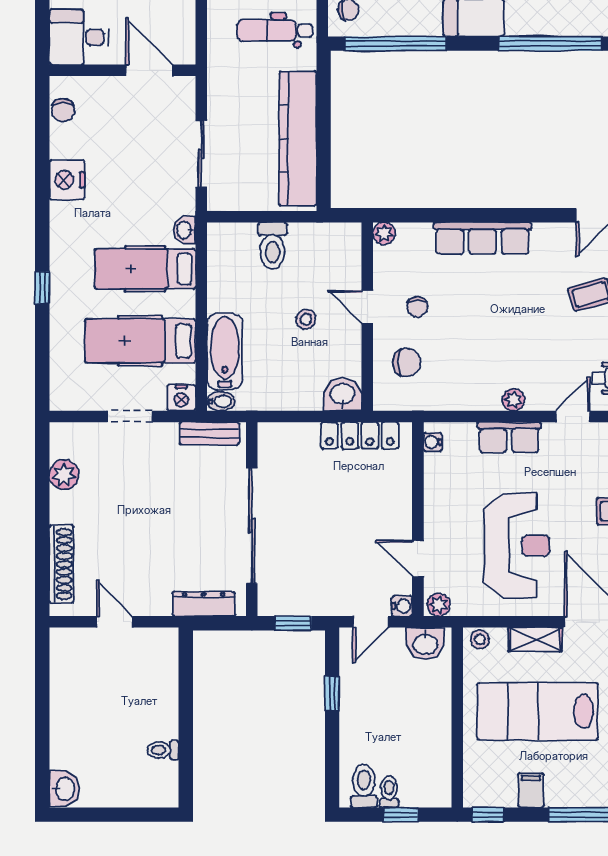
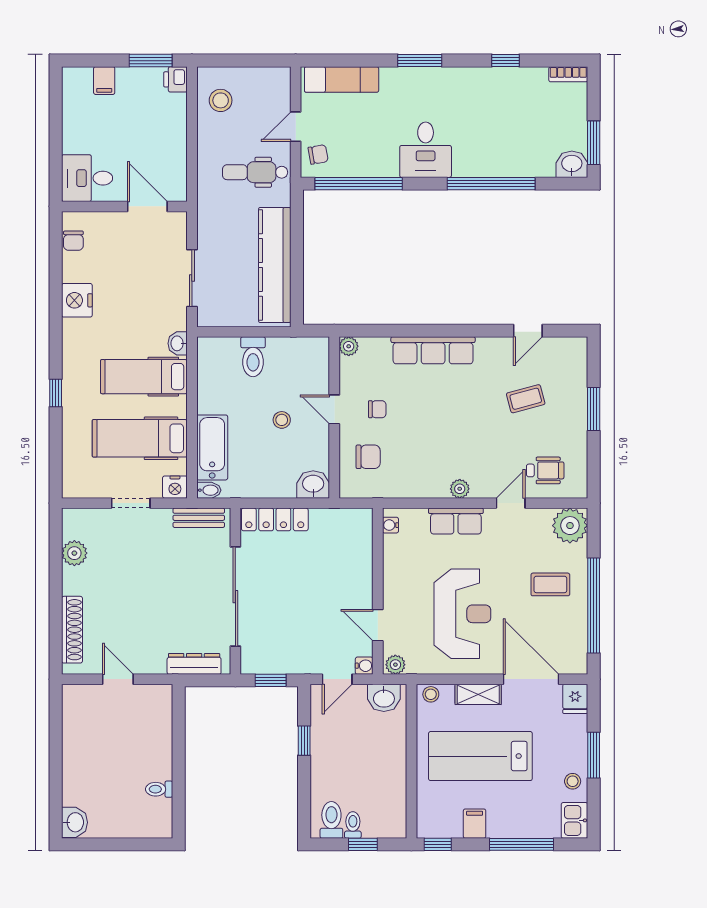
chair: (417, 307) -> (377, 409), turned -90
locker: (360, 435) -> (275, 519), moved

